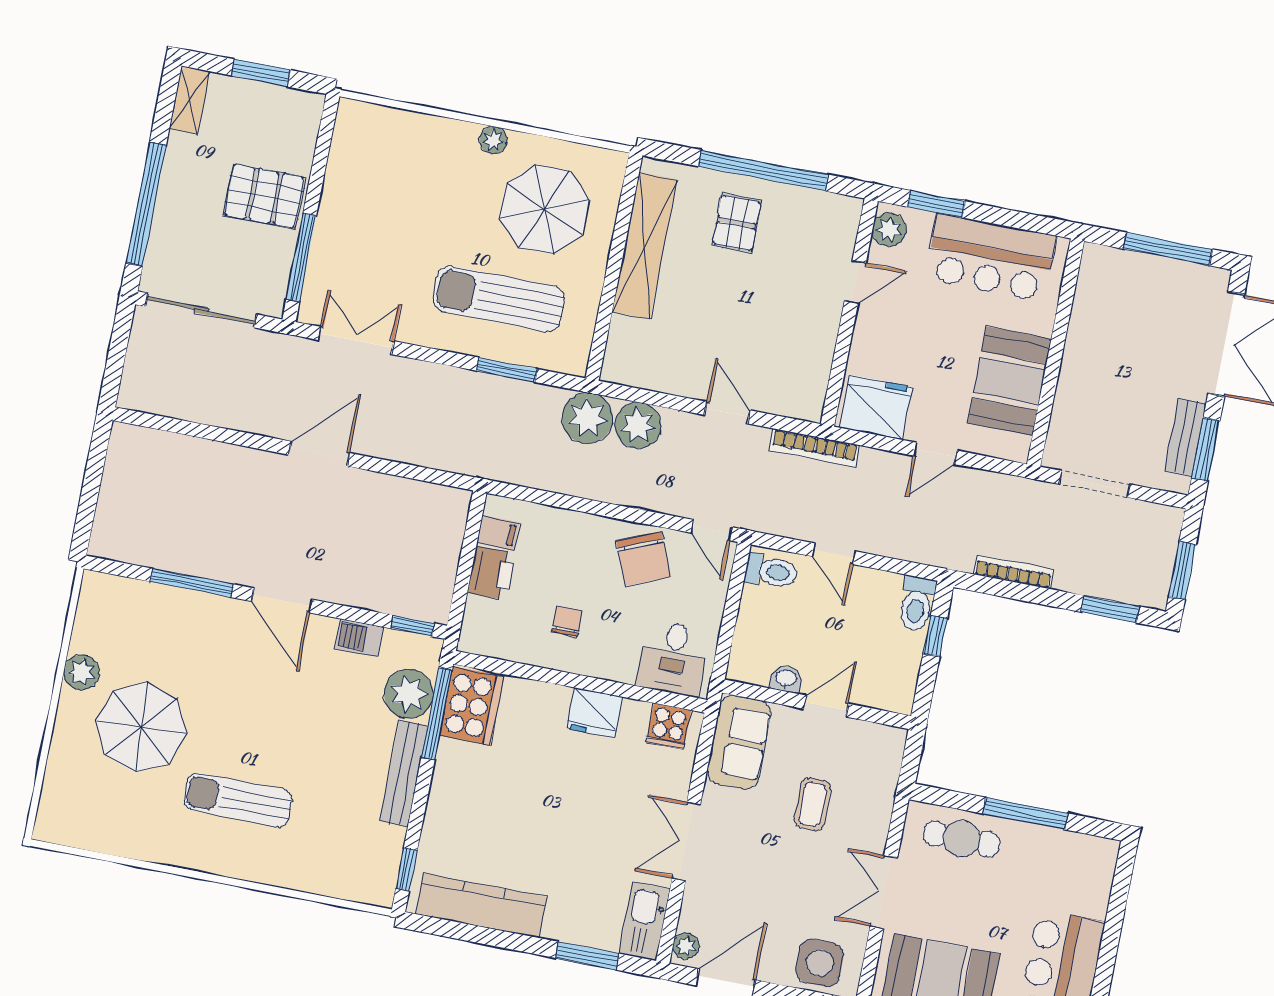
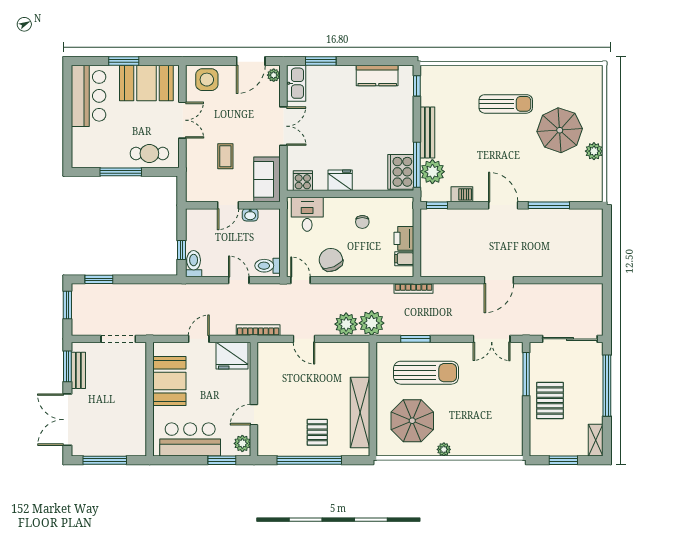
pallet: (264, 196) -> (550, 401), turned 90
bookcase: (1013, 572) -> (413, 288), moved
kitchen counter: (481, 906) -> (377, 75), width x0.67

